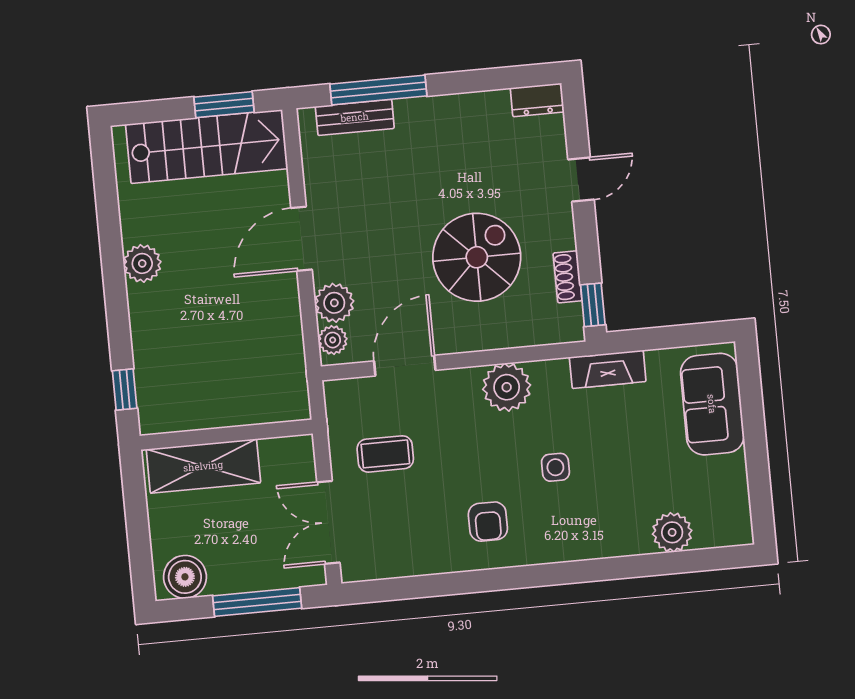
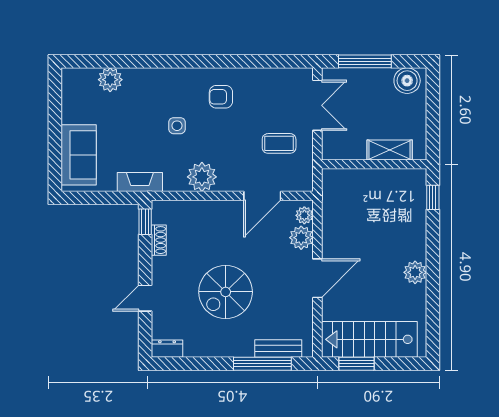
spiral stairs: (477, 257) -> (226, 292), moved
shelving: (203, 466) -> (390, 150), width x0.67, depth x0.75
armchair: (488, 522) -> (221, 97), turned -90

